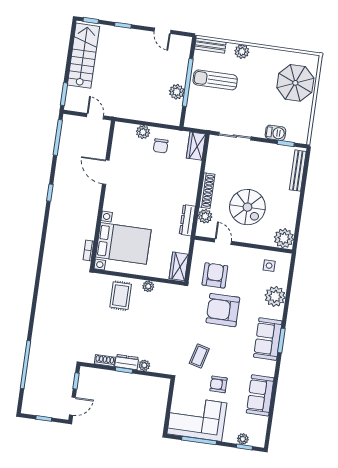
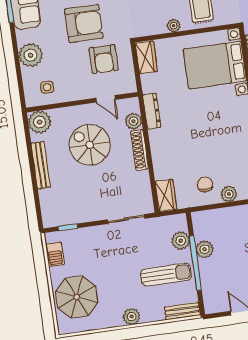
plant: (242, 51) -> (132, 317), moved
plant: (195, 105) -> (181, 241), added
barbecue: (275, 133) -> (55, 254), moved, turned -90
bench: (298, 171) -> (41, 165), moved

